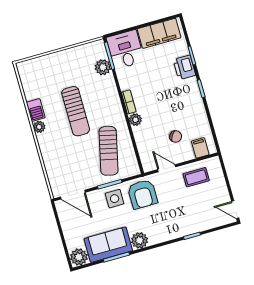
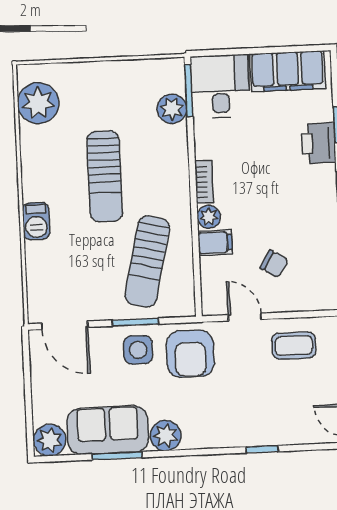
barbecue: (36, 110) -> (36, 221), moved
plant: (39, 127) -> (38, 103), moved, width x1.88, depth x1.88
filing cabinet: (200, 148) -> (215, 243), moved, turned 90

